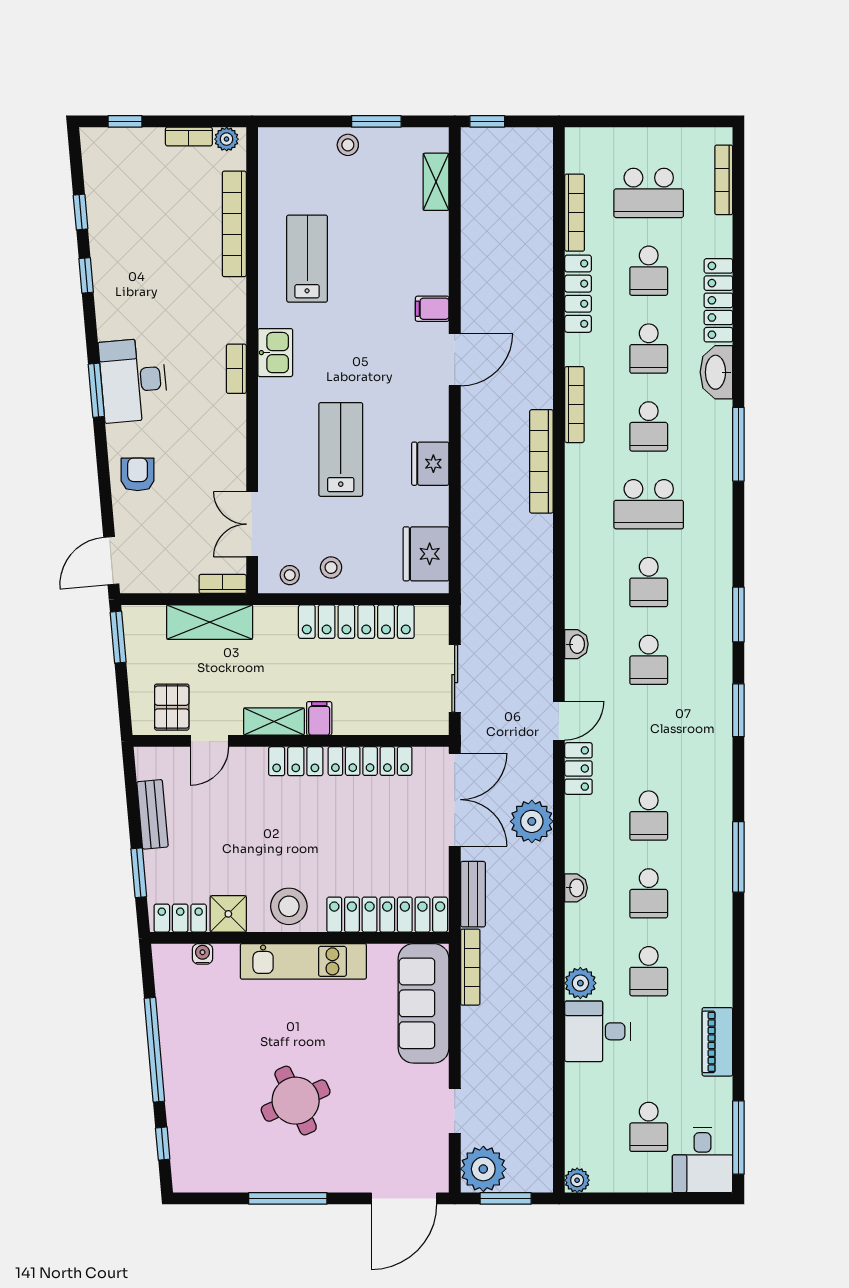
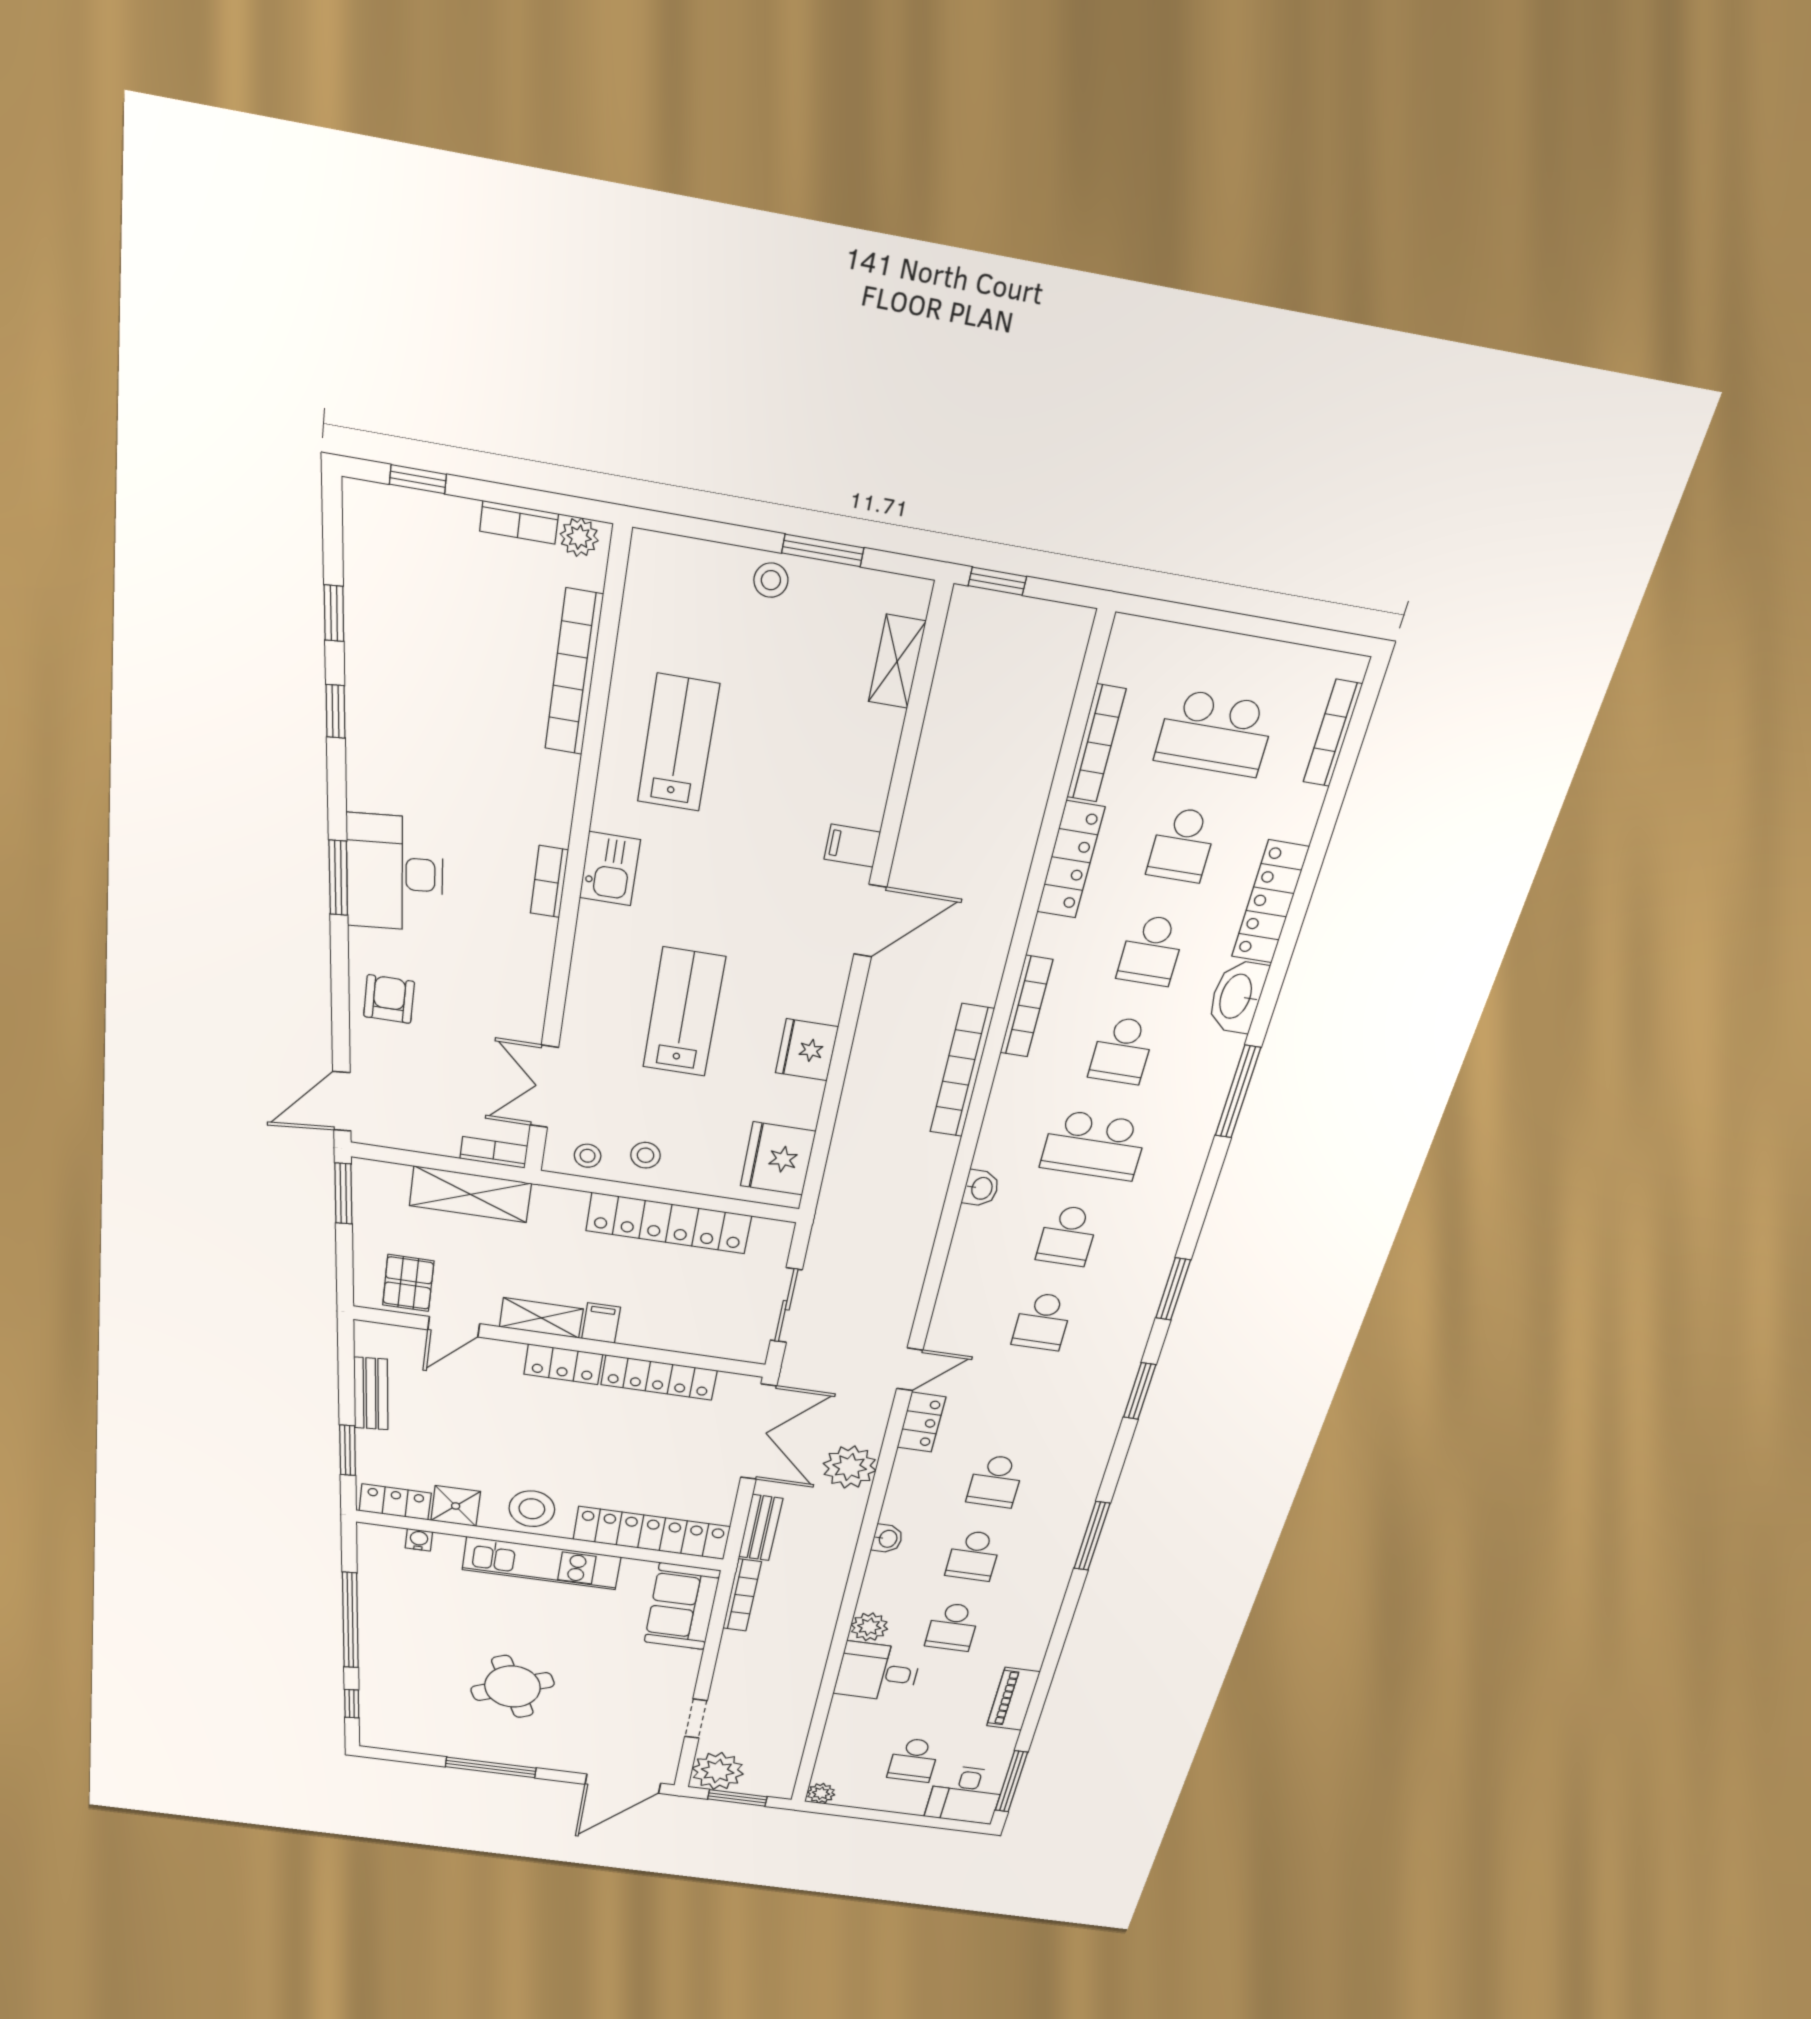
washbasin: (576, 644) -> (981, 1188), moved
sofa: (424, 1003) -> (682, 1606), width x0.73

